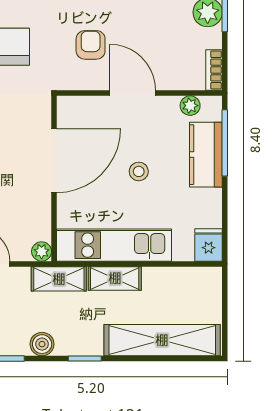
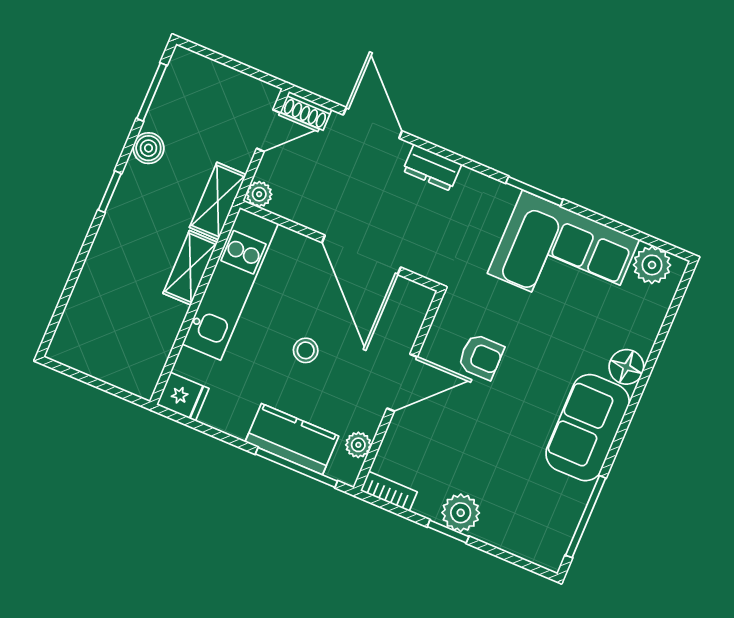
shelving: (162, 340) -> (93, 293), removed

